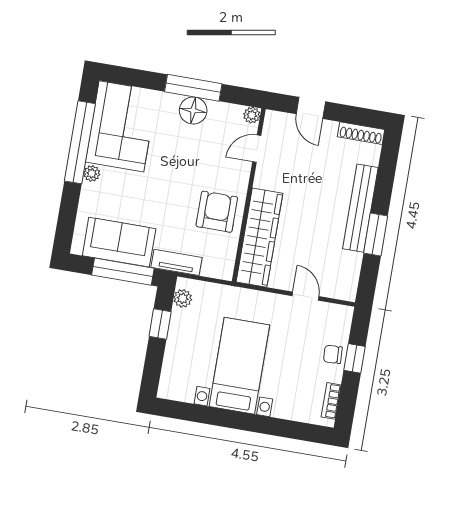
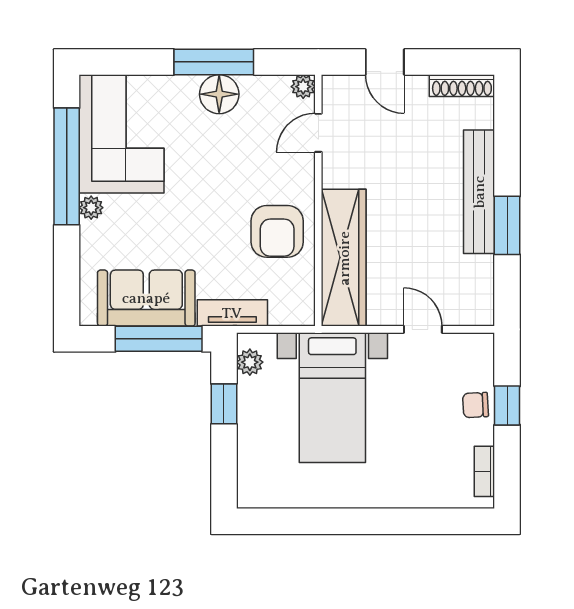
armchair: (217, 212) -> (277, 231), turned 180
bed with nightstands: (239, 366) -> (332, 398), moved, turned 180

